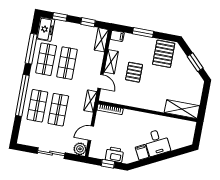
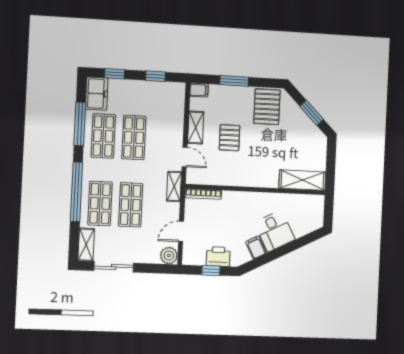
shelving: (101, 40) -> (86, 245), moved
sliding door: (51, 153) -> (114, 267), moved

